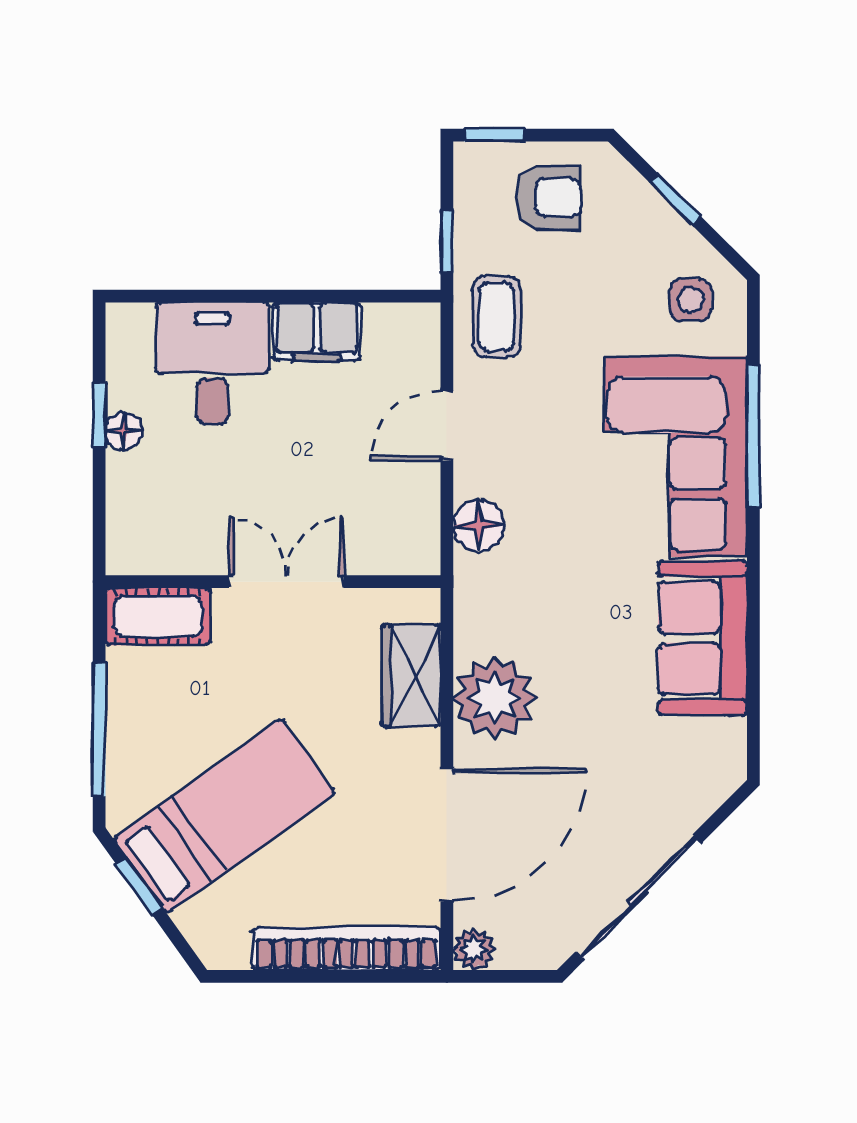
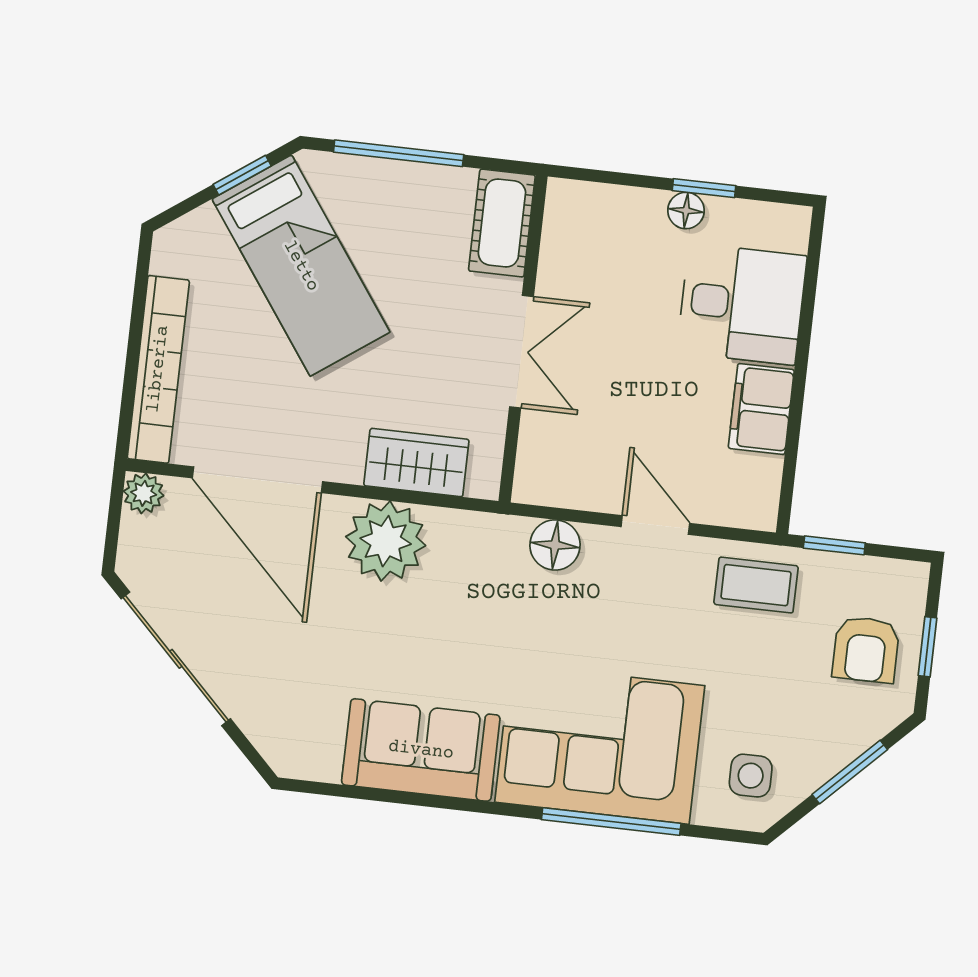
window: (494, 135) -> (927, 647), moved
window: (675, 200) -> (850, 772), width x1.50

